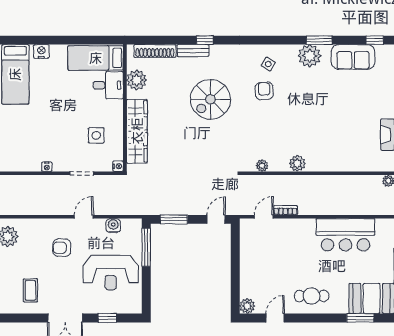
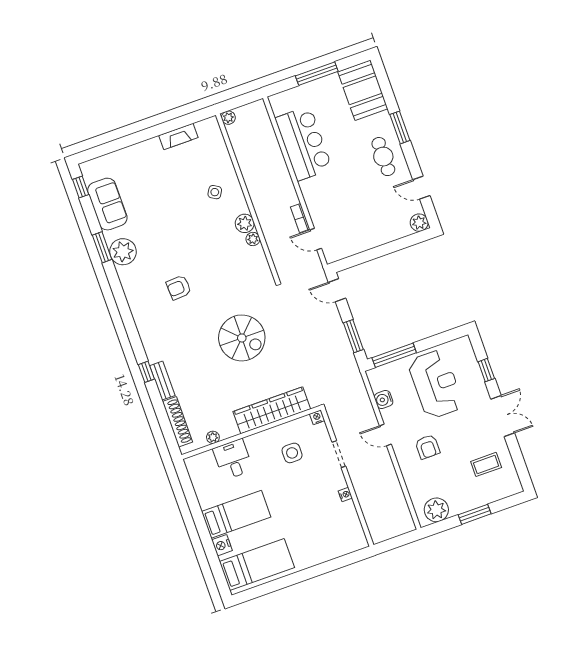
bed: (96, 58) -> (236, 514), moved, turned -90
side table: (268, 64) -> (215, 192), moved
plant: (137, 80) -> (213, 437), width x0.53, depth x0.53
spiral stairs: (210, 99) -> (242, 338), moved
plant: (262, 166) -> (253, 239), moved
window: (360, 318) -> (400, 127), moved

